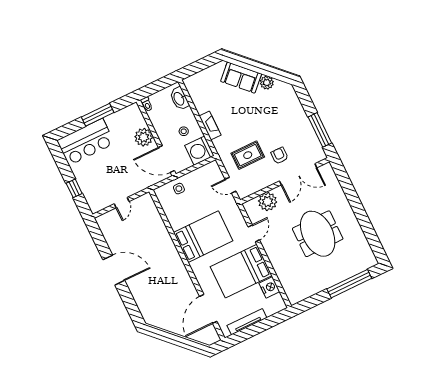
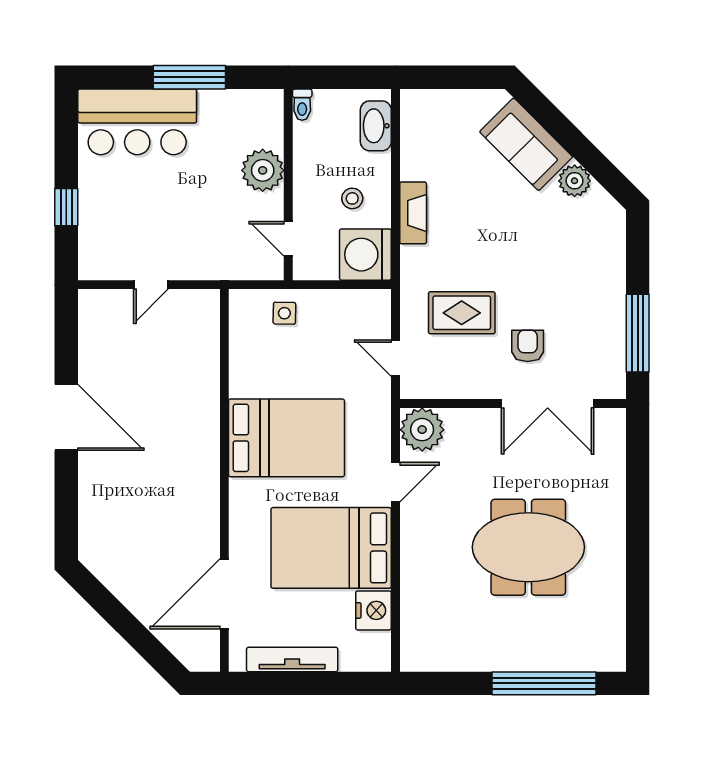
door: (166, 159) -> (288, 239), width x0.53
plant: (268, 202) -> (422, 430), moved
meeting table: (318, 234) -> (528, 547), turned 90

